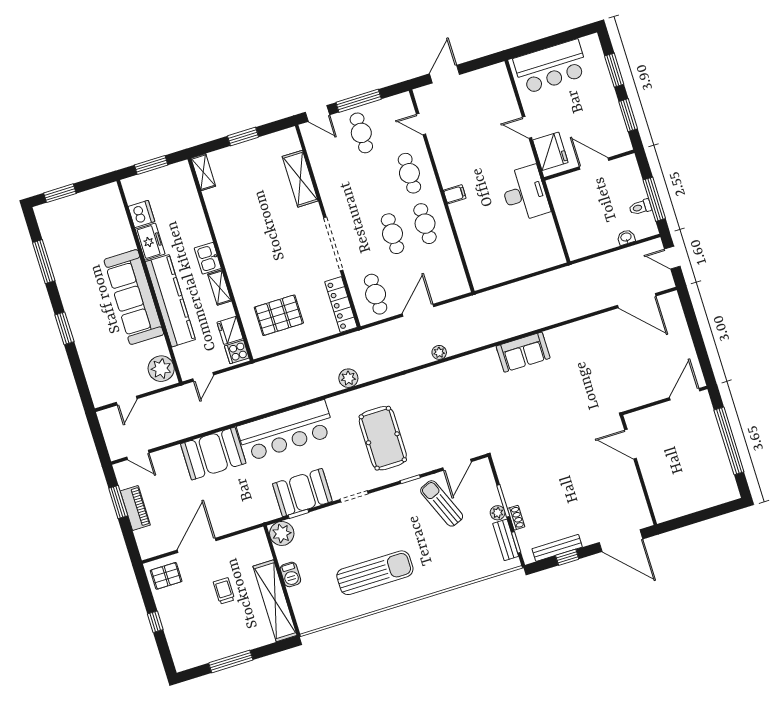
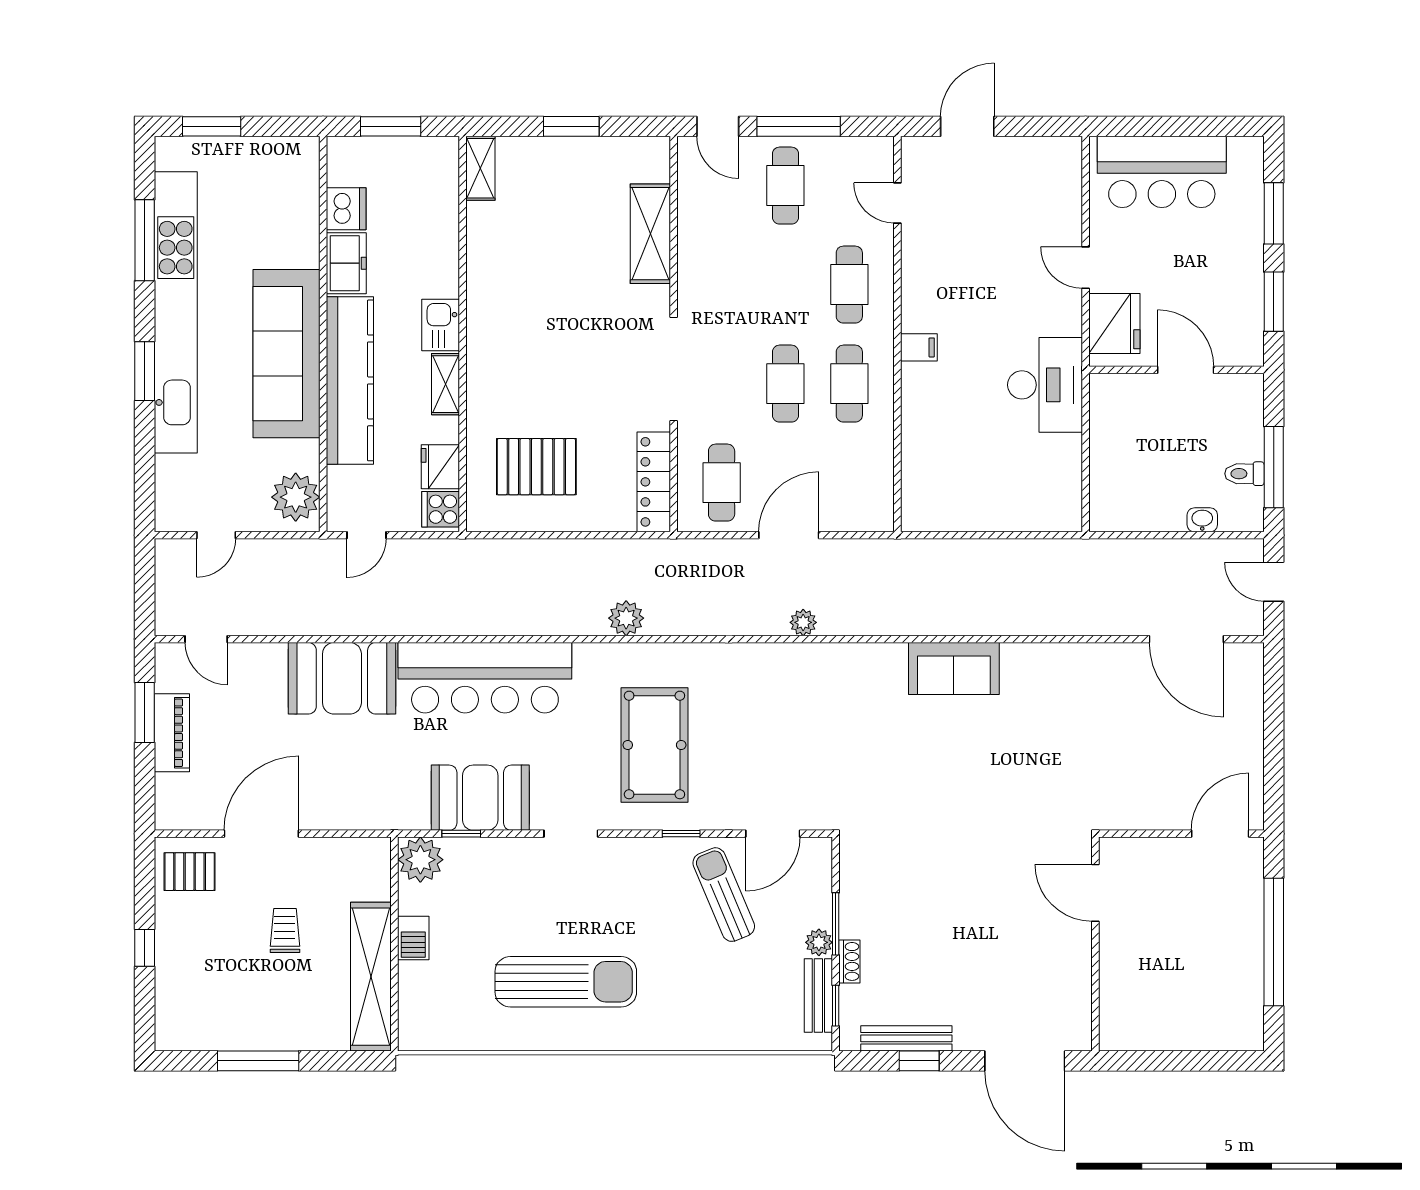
kitchen unit: (71, 293) -> (176, 312), added

